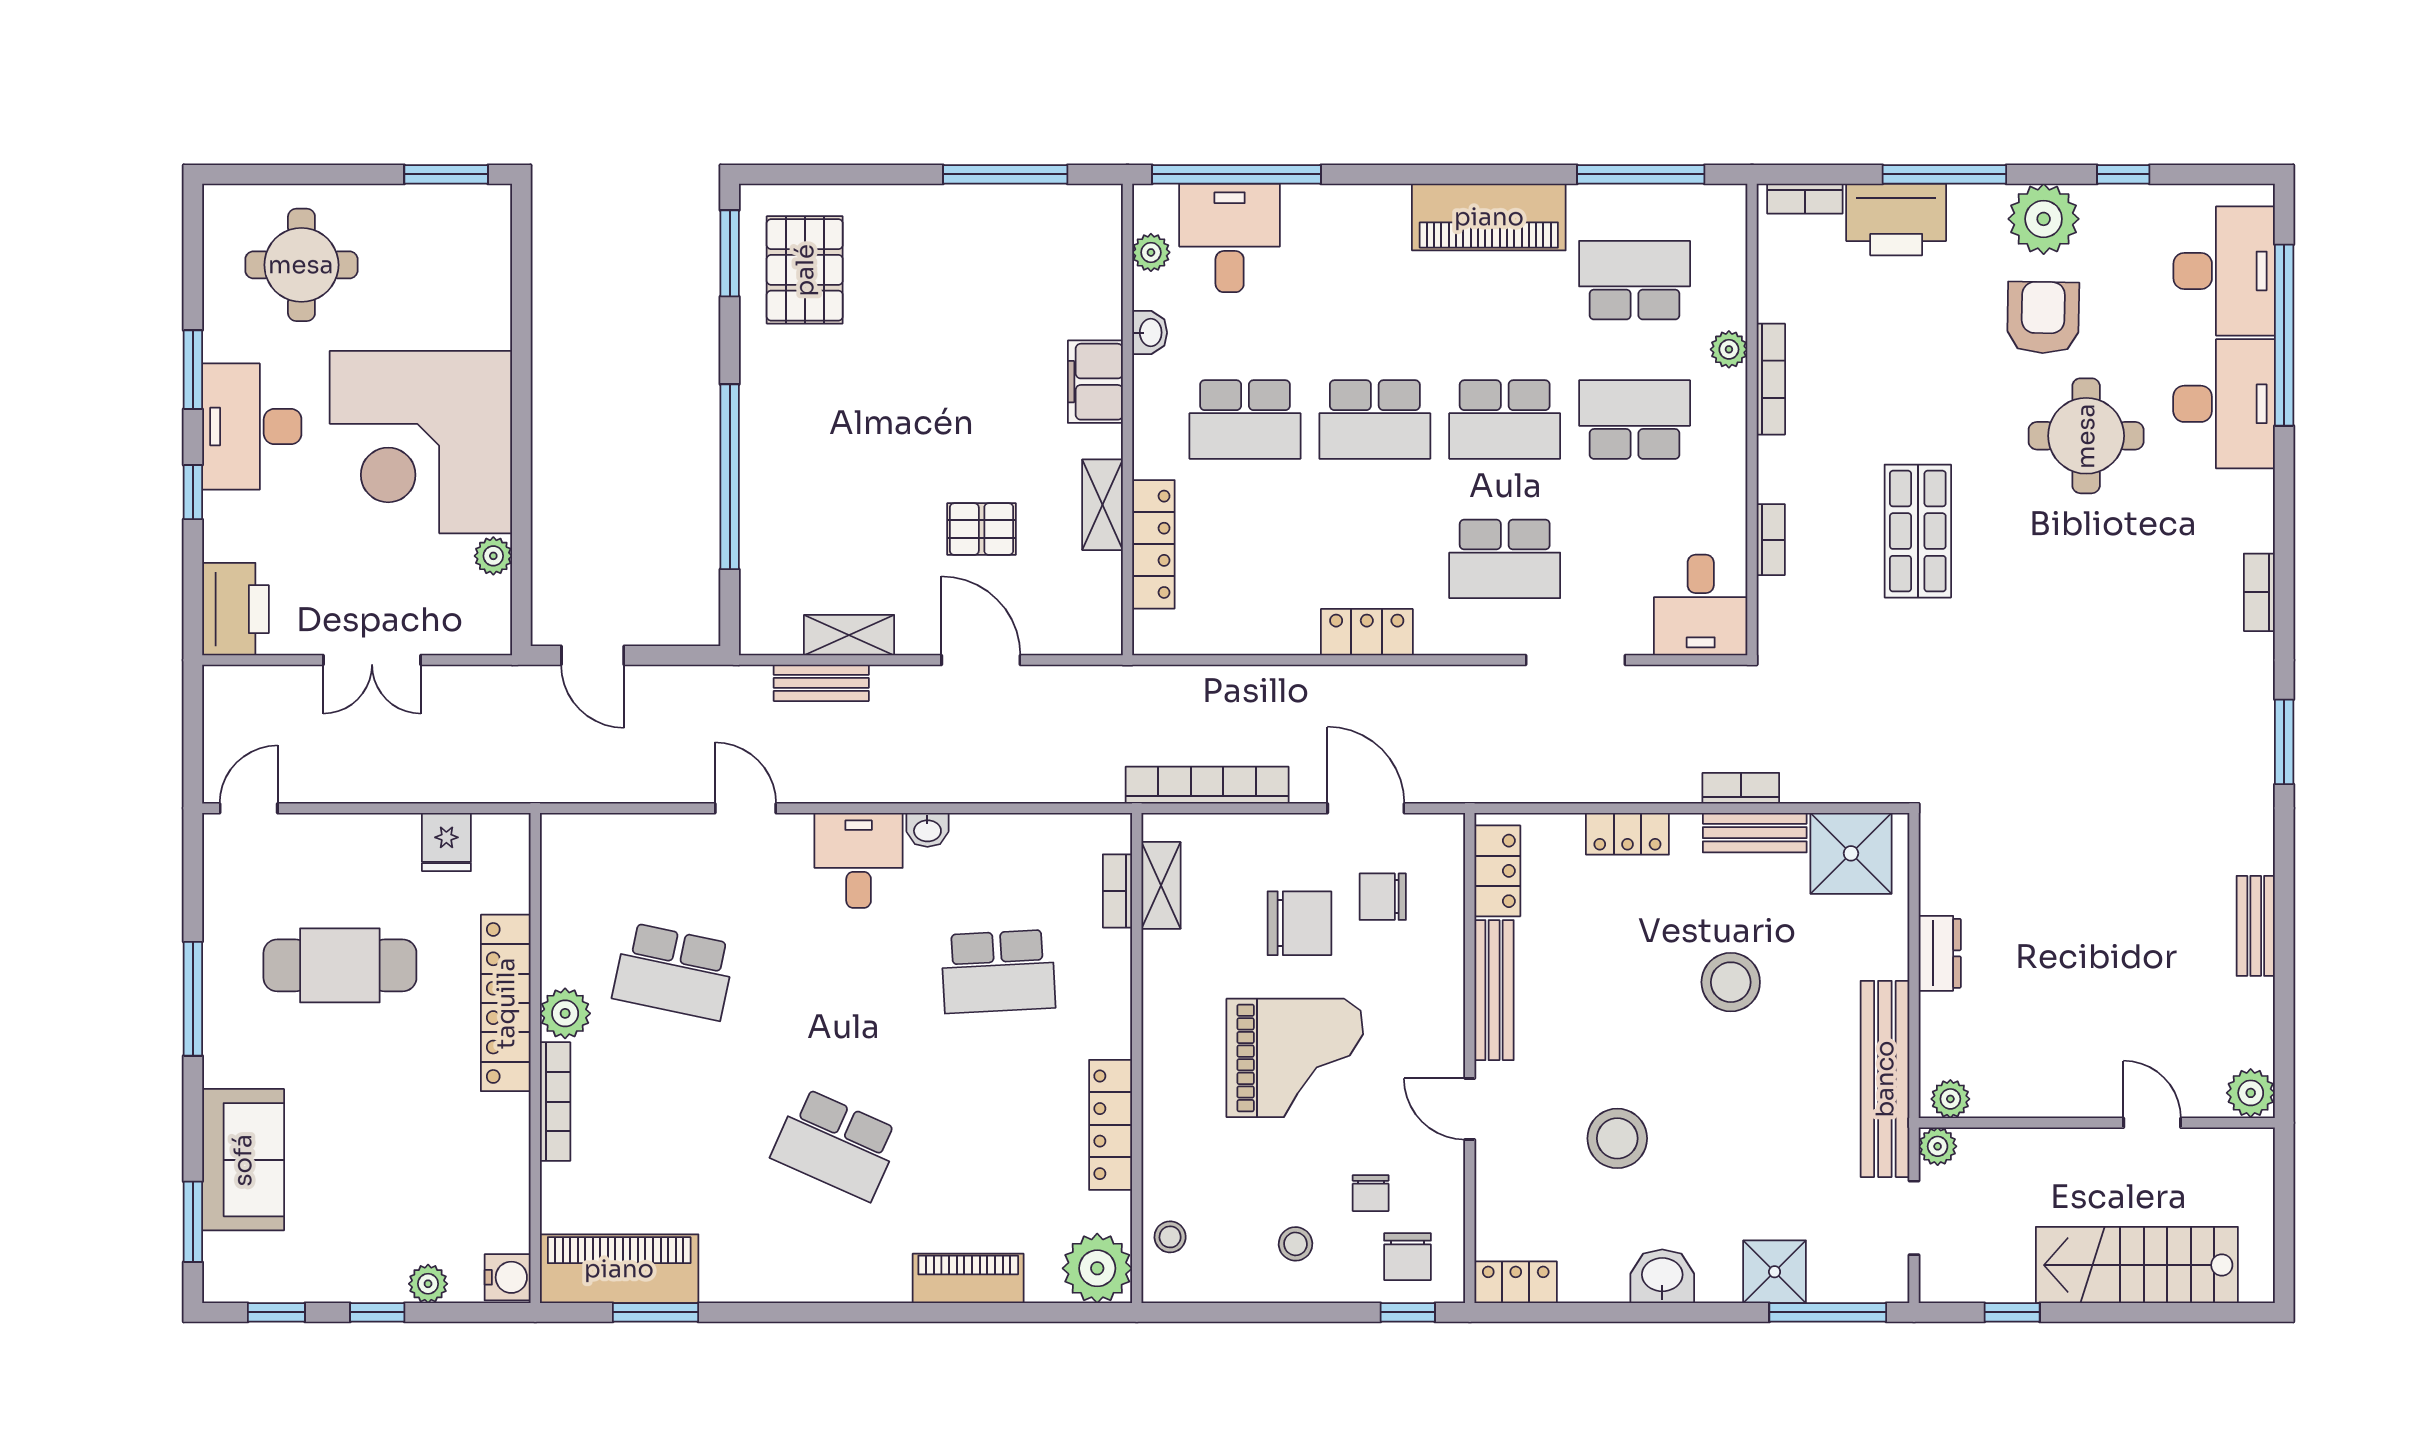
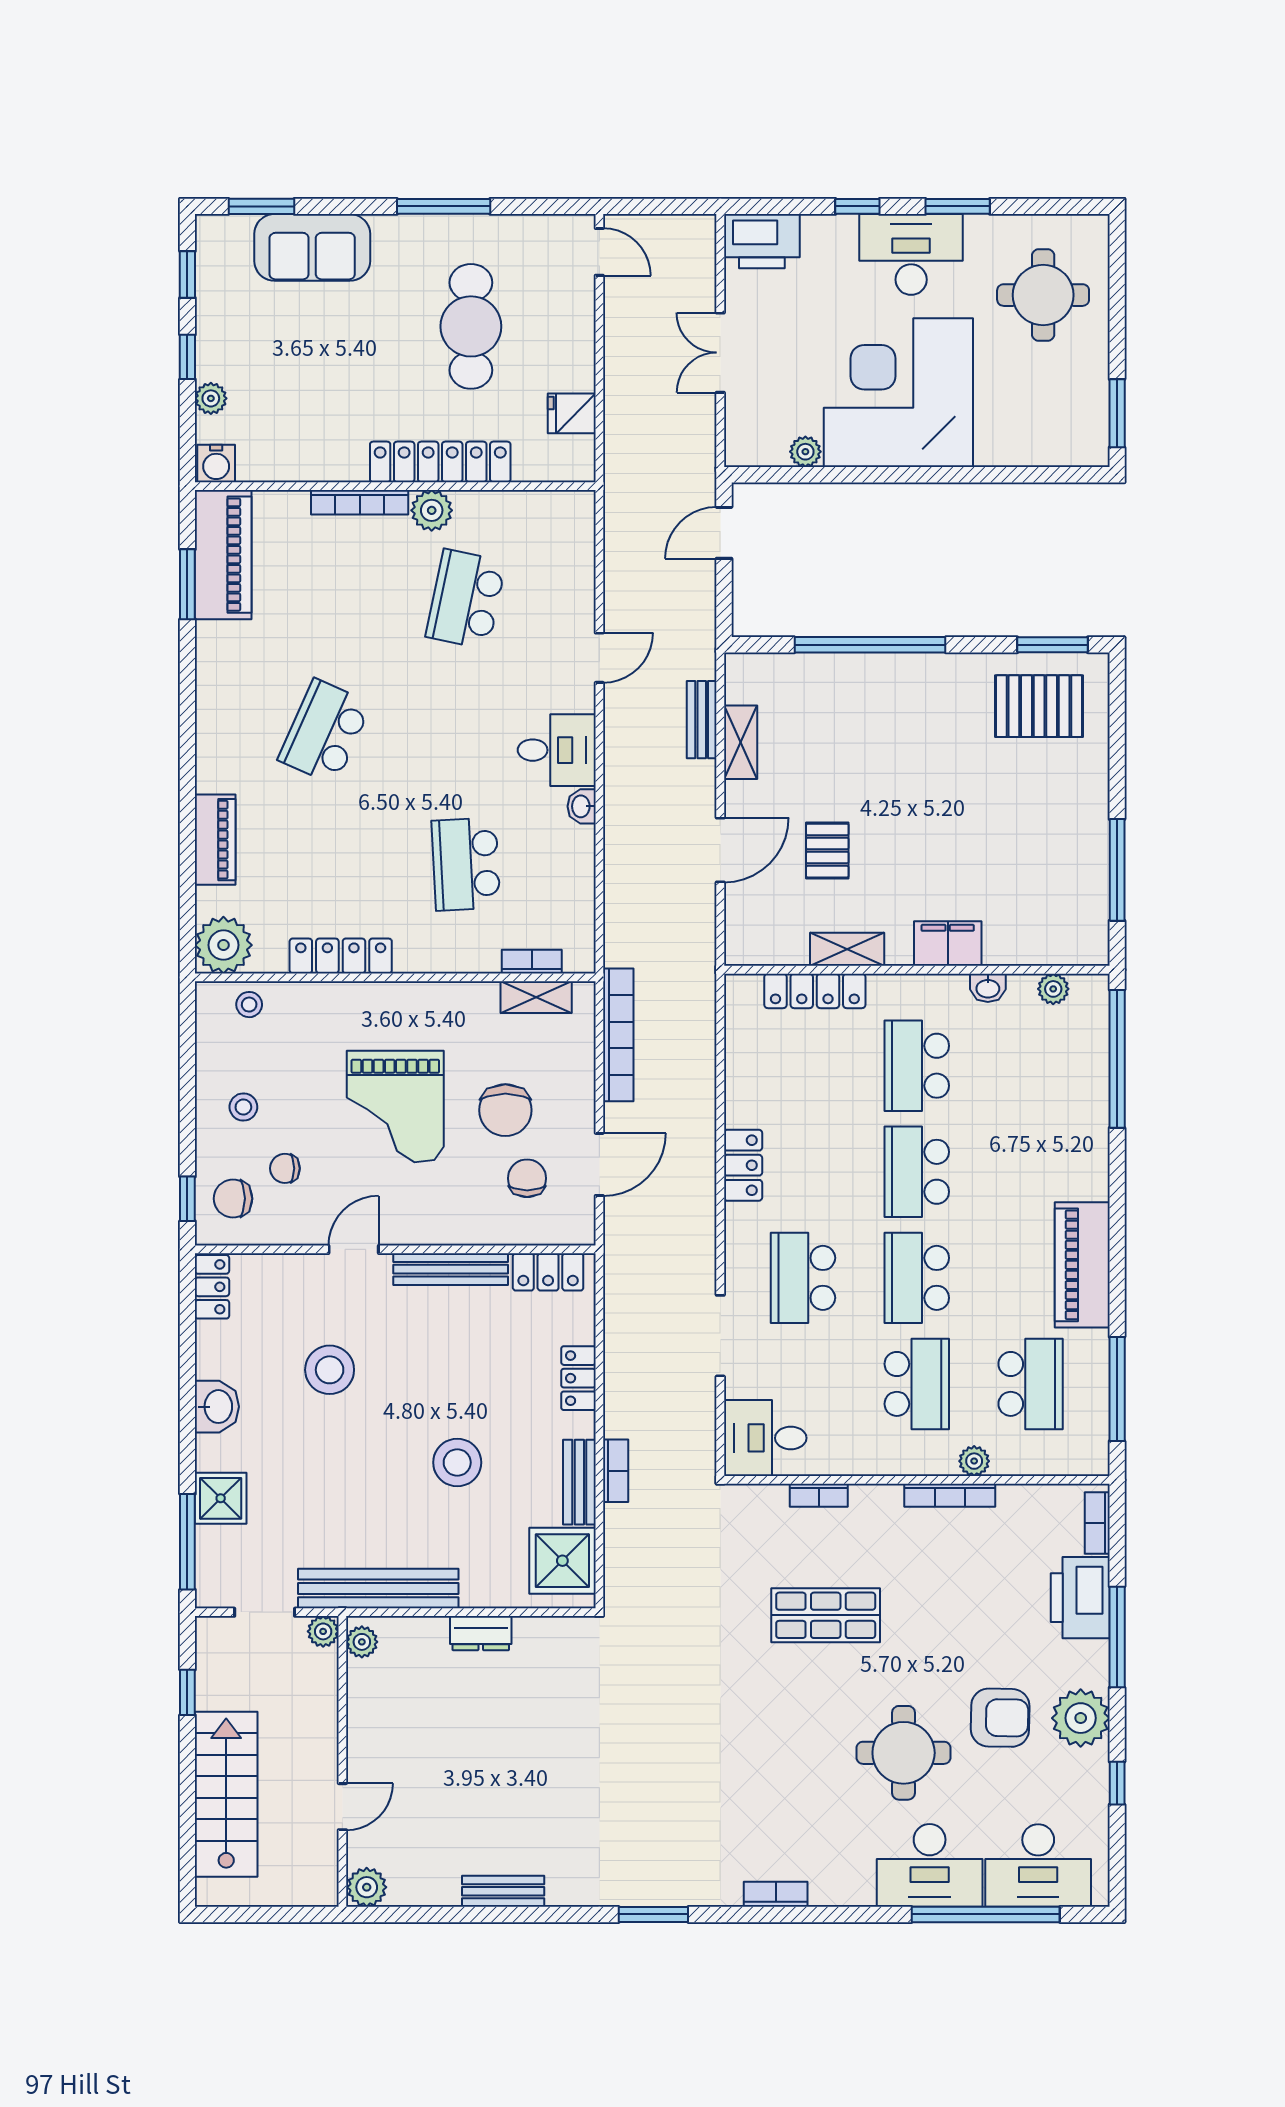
desk: (1230, 238) -> (1065, 1053), removed

